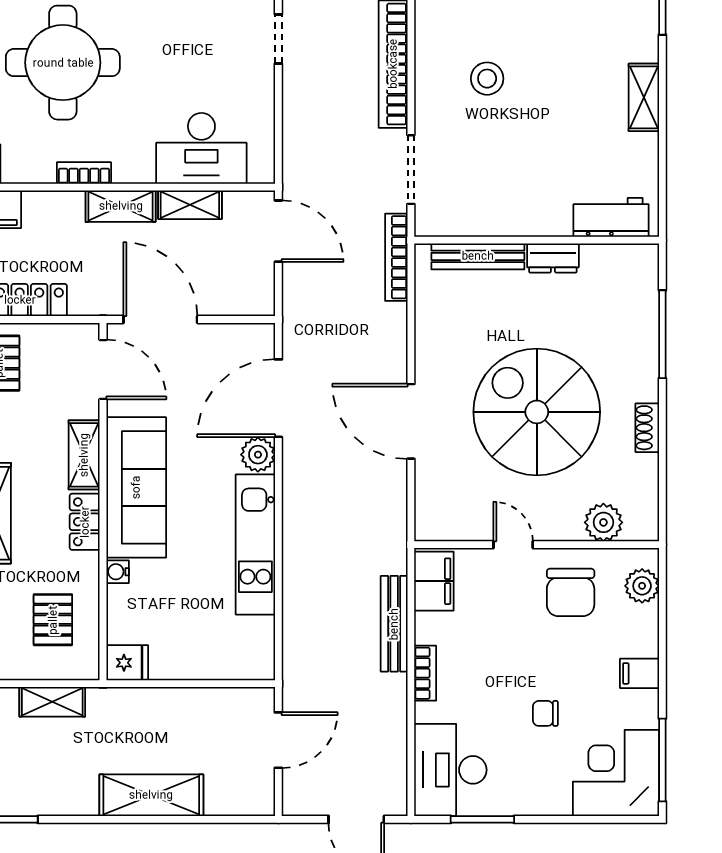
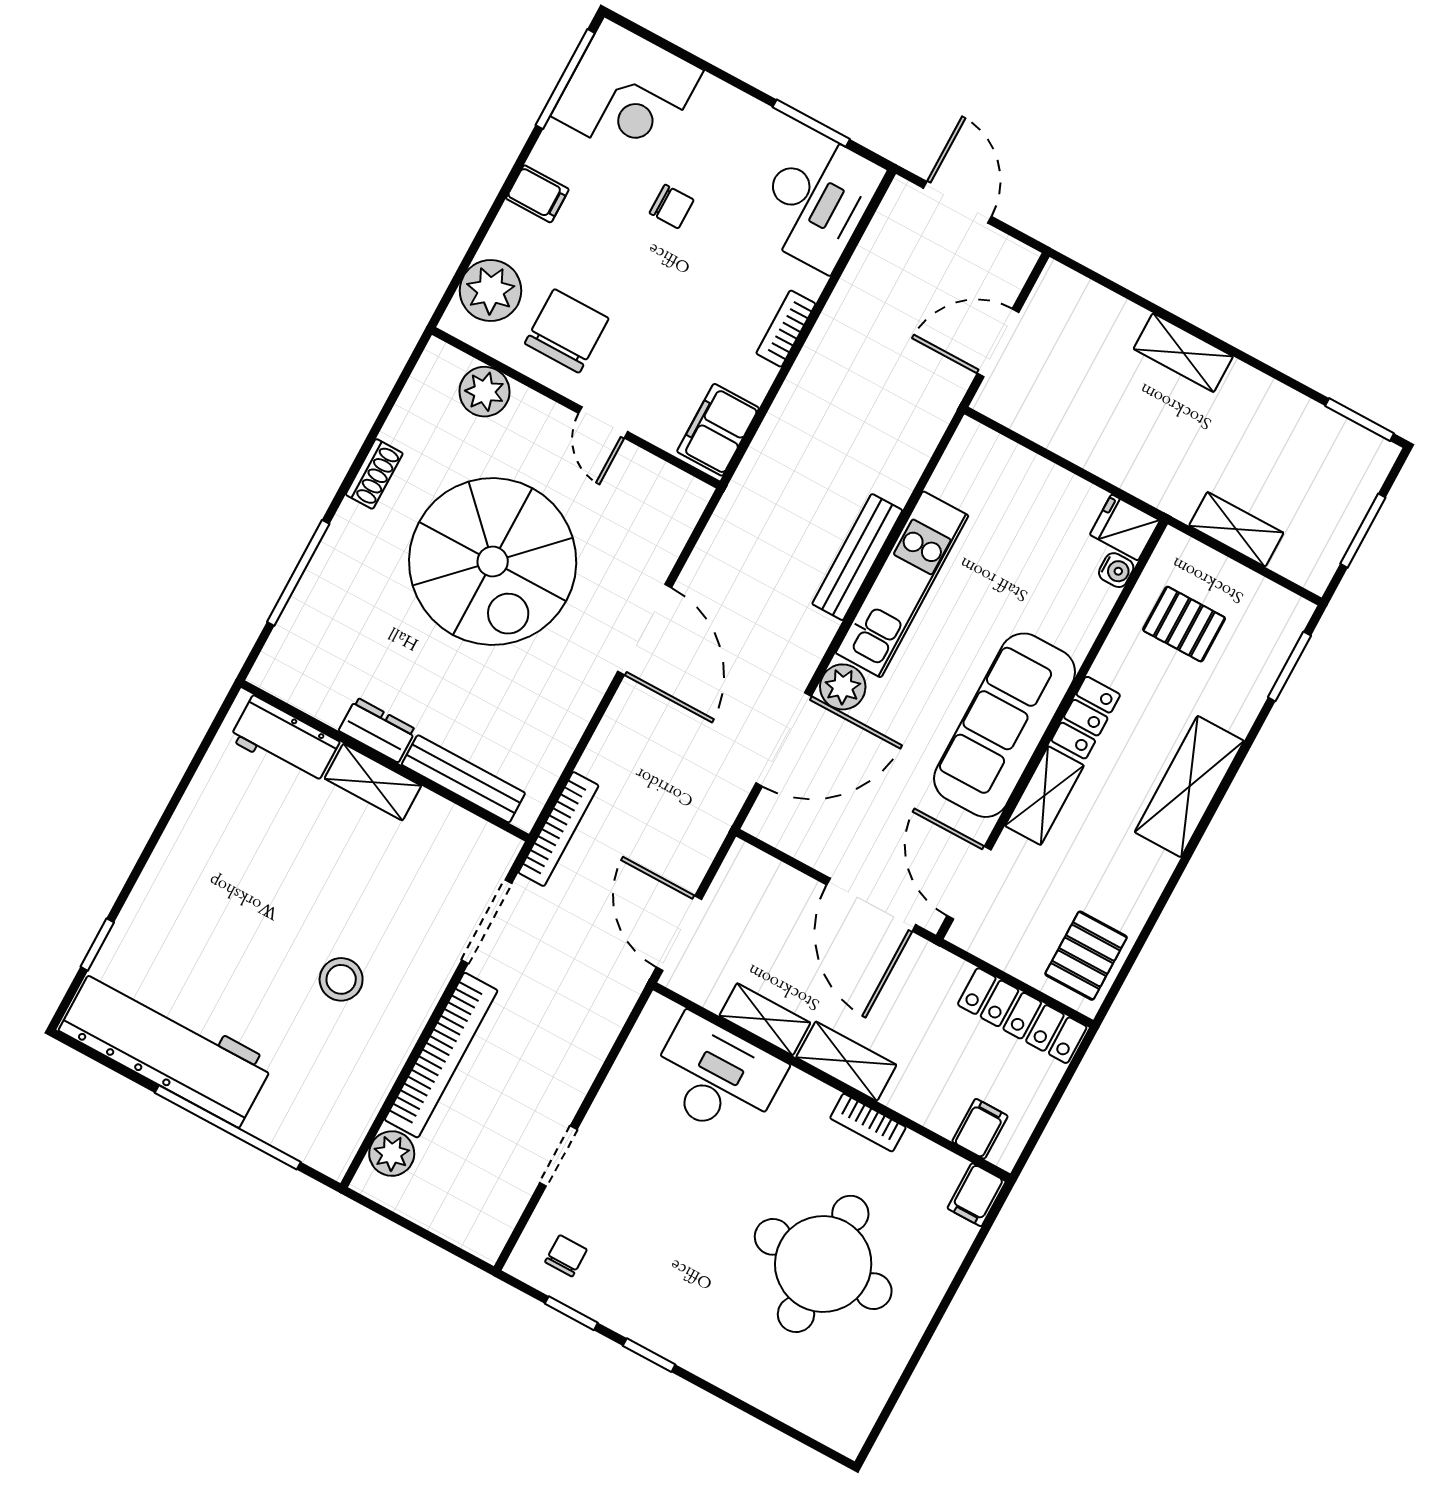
shelving: (644, 97) -> (373, 782), moved, turned 90
water cooler: (118, 572) -> (1116, 570), moved
plant: (642, 586) -> (491, 291), width x1.36, depth x1.36
pallet: (53, 620) -> (1184, 624), turned 90
bench: (394, 624) -> (857, 557), moved
shelving: (151, 795) -> (1183, 353), width x0.67, depth x0.75

